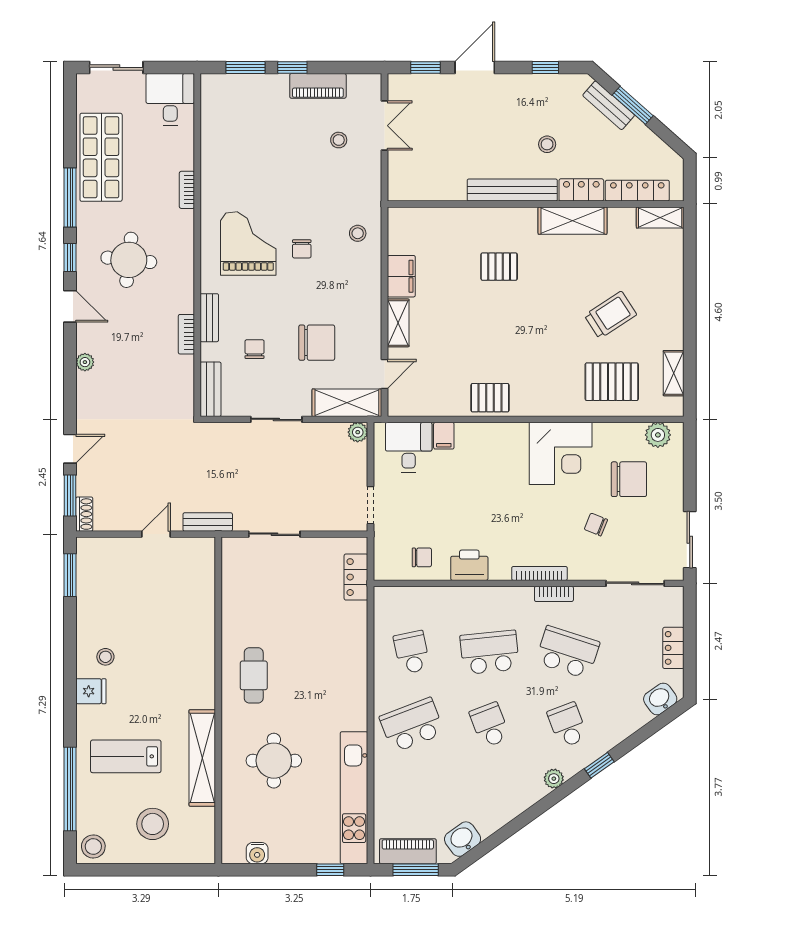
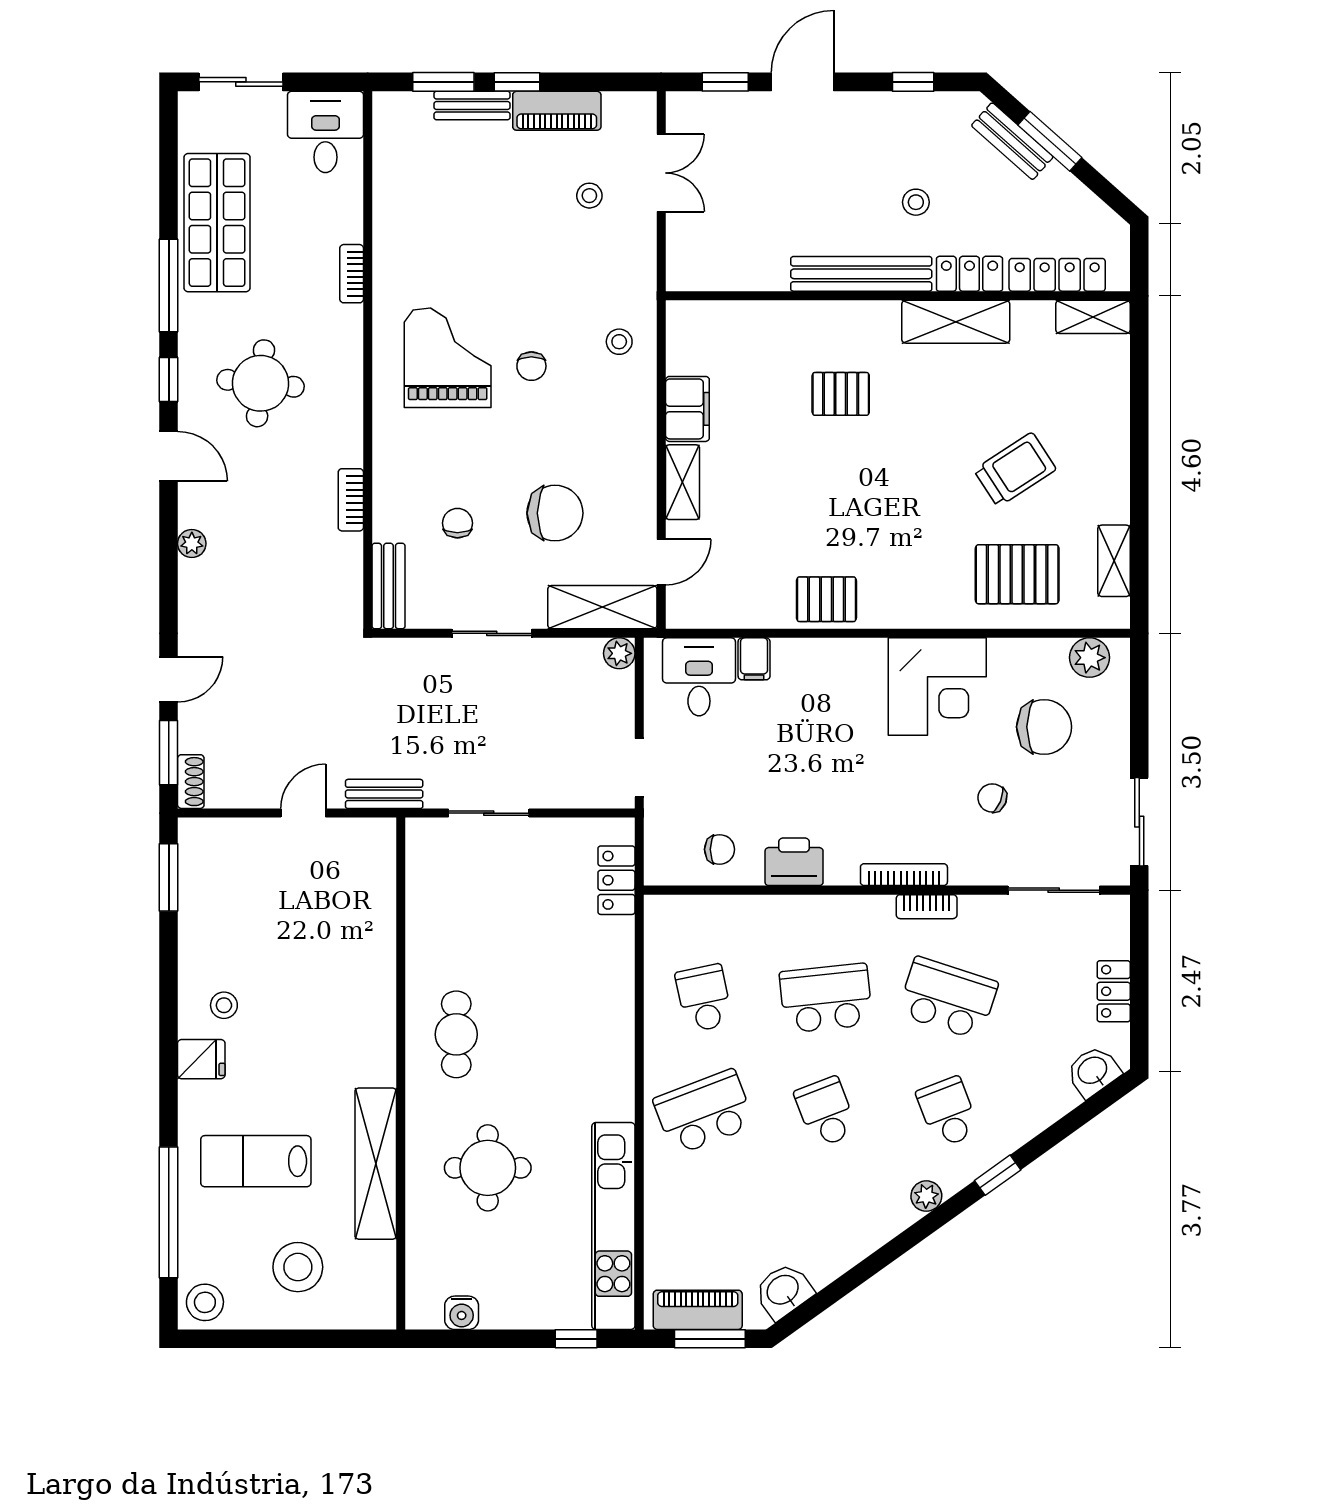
bench: (209, 318) -> (472, 106), moved, turned 90

